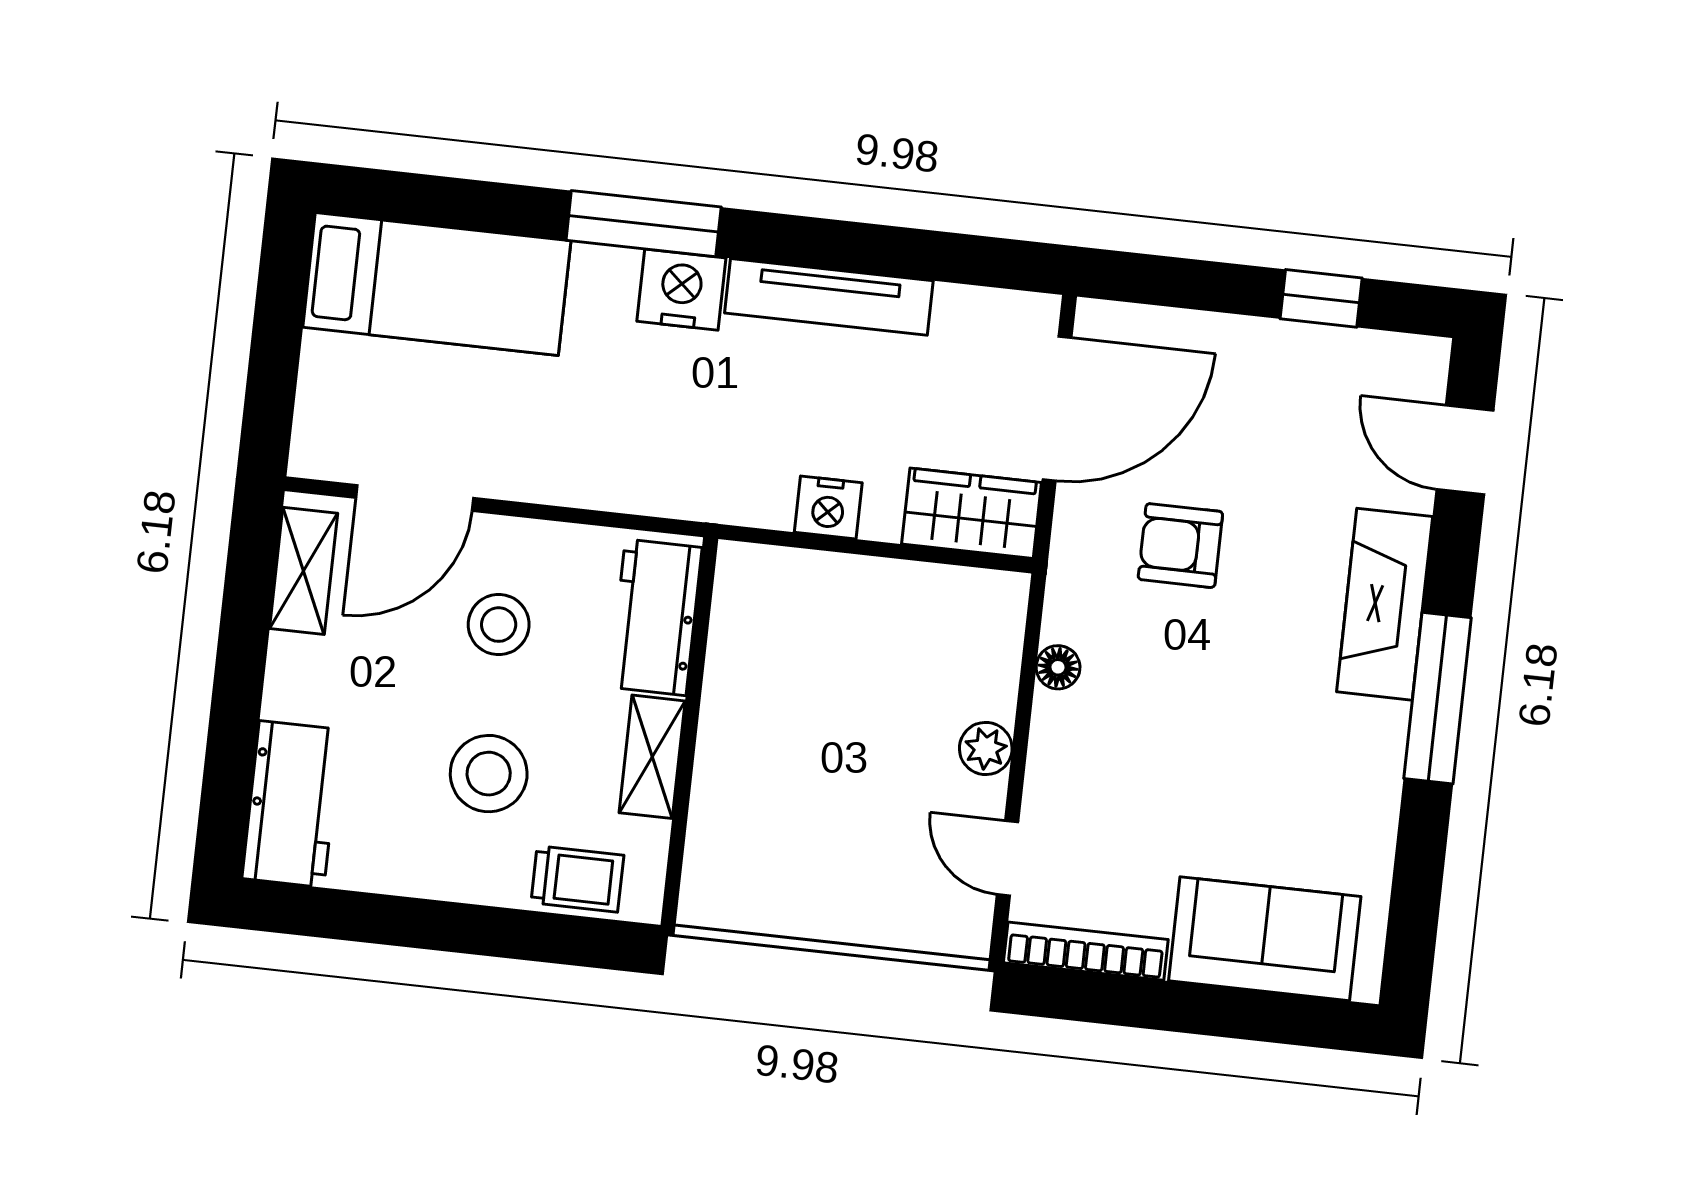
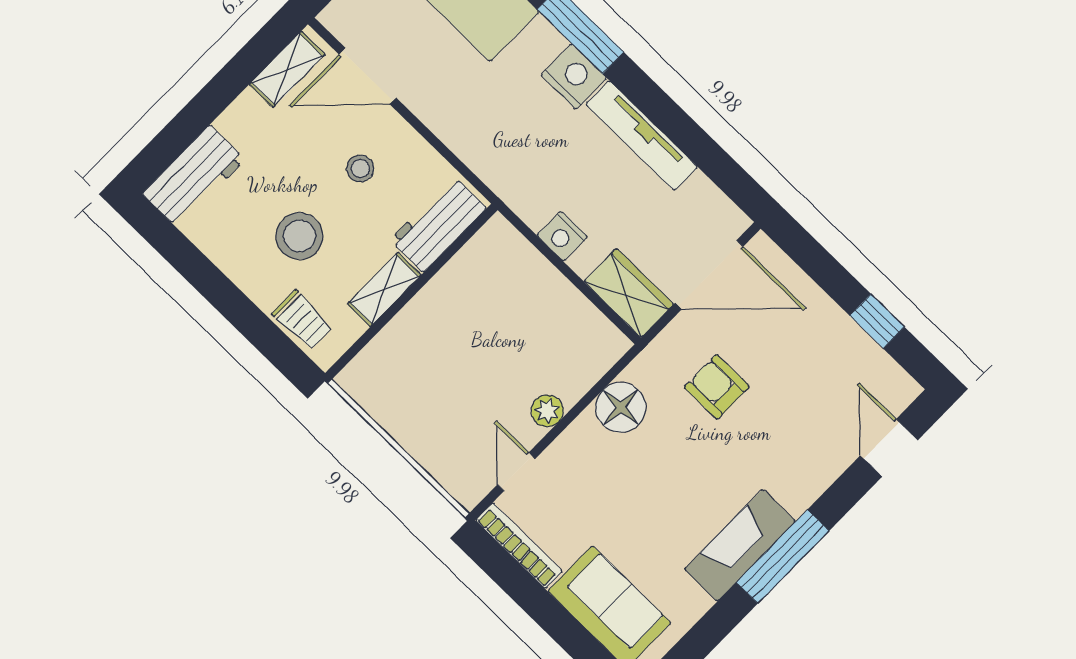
fireplace: (1385, 604) -> (740, 545), moved
stool: (499, 625) -> (360, 168), width x0.73, depth x0.73
floor lamp: (1058, 667) -> (621, 407), width x1.89, depth x1.89

